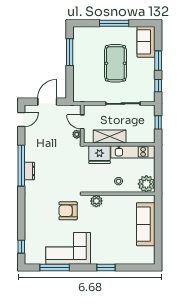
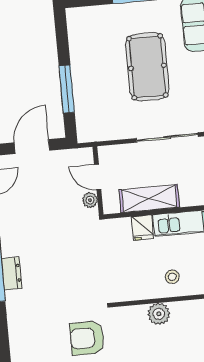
window: (70, 52) -> (67, 89), moved
fridge: (99, 155) -> (142, 228), width x0.53, depth x0.75
plant: (96, 201) -> (159, 314), moved

